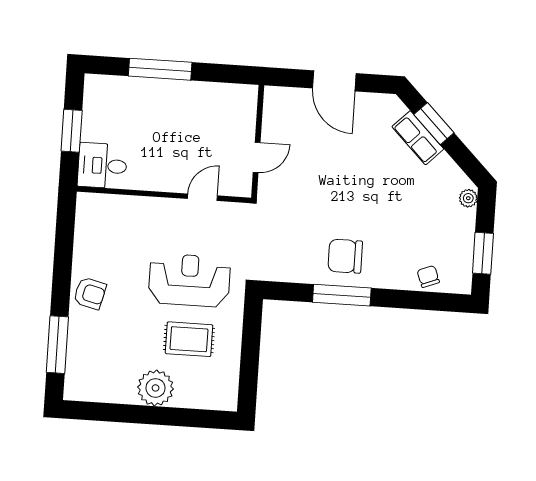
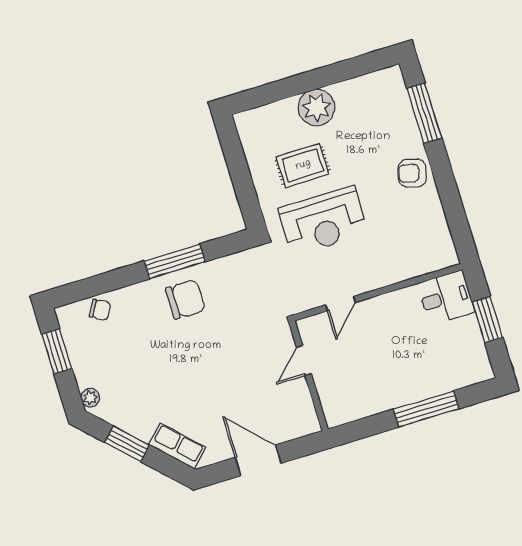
window: (434, 124) -> (127, 444), moved
row of seats: (418, 138) -> (177, 446), moved
chair: (428, 276) -> (100, 310), turned -39

